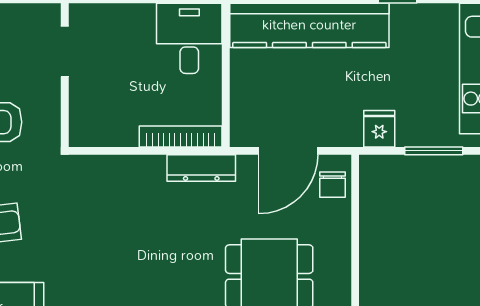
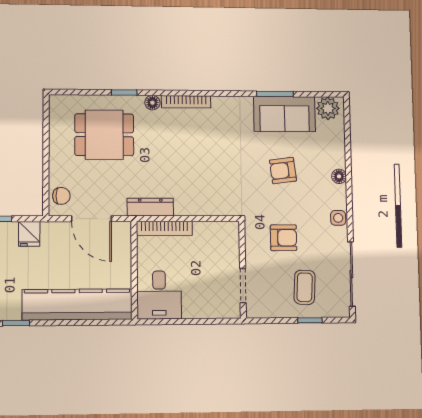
door: (288, 151) -> (91, 219), swing flipped
chair: (333, 185) -> (61, 196), turned 90

